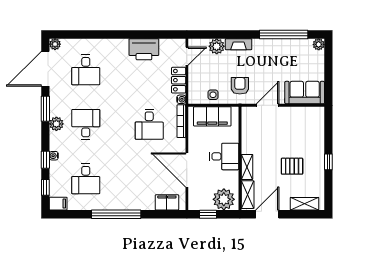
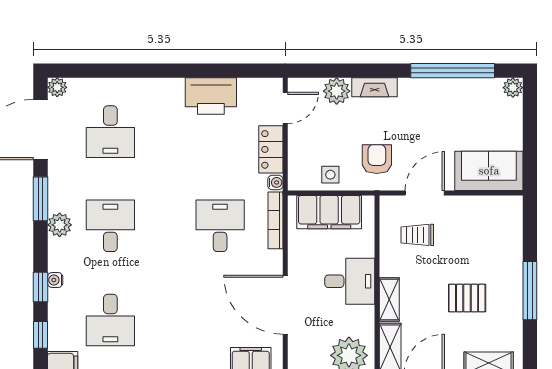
desk: (149, 124) -> (220, 226), turned 180
trolley: (263, 130) -> (417, 235), added
window: (328, 162) -> (530, 291), width x2.17

